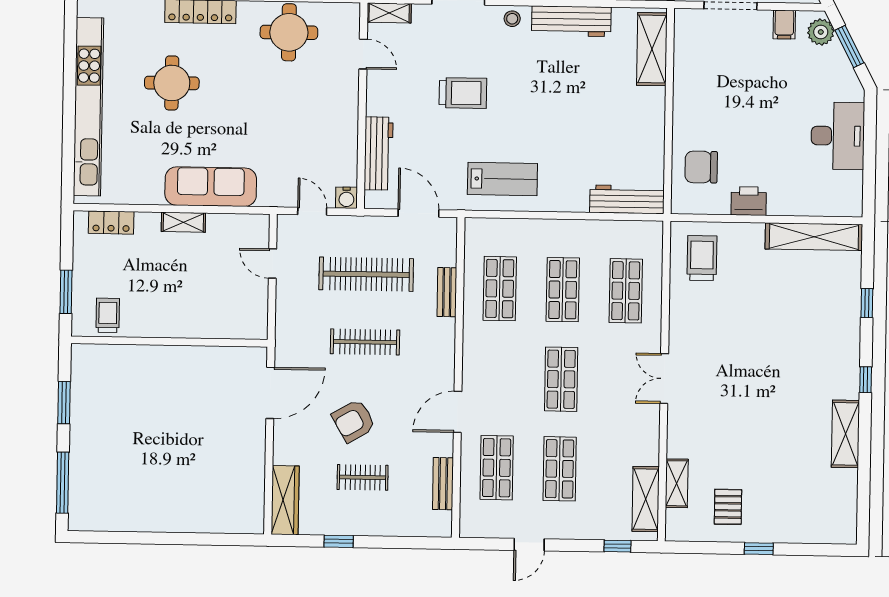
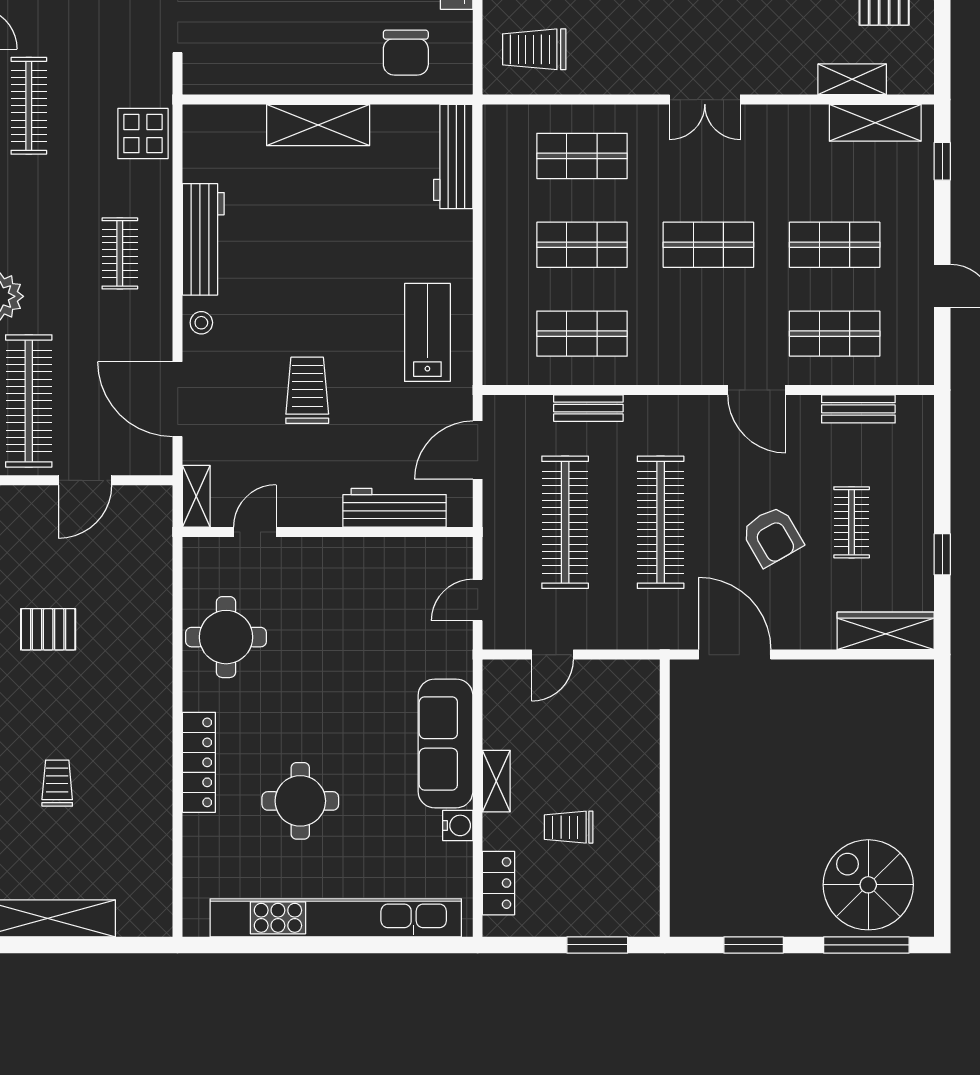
shelving: (652, 49) -> (318, 125), moved
water cooler: (346, 198) -> (458, 825), moved
trolley: (108, 315) -> (569, 827), moved
clothes rail: (365, 342) -> (661, 522), width x1.37, depth x1.31
spiral stairs: (105, 485) -> (868, 885), added

